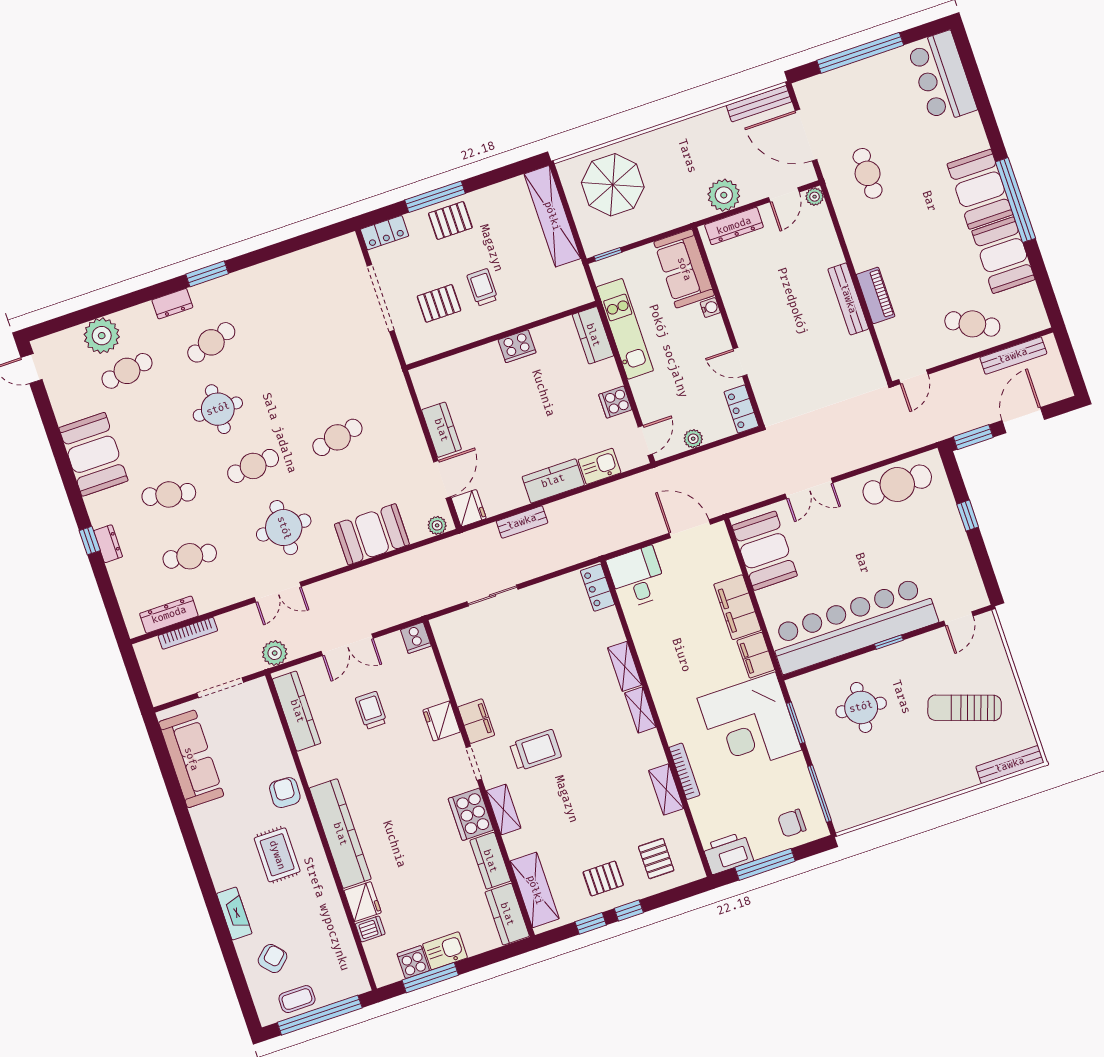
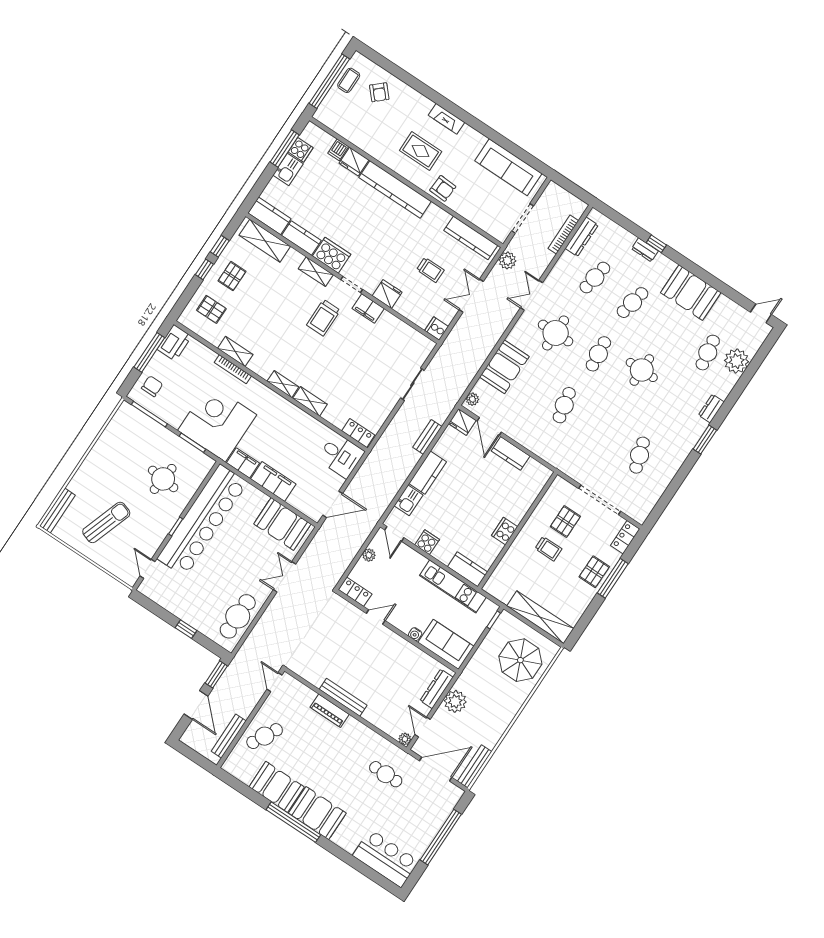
cafe table: (211, 342) -> (640, 455), moved
fireplace: (234, 914) -> (446, 119), moved

